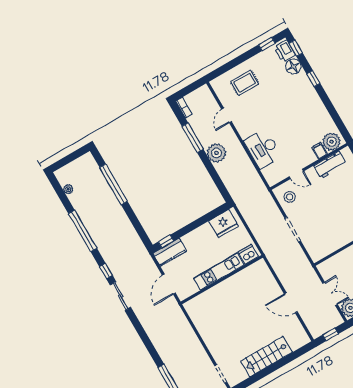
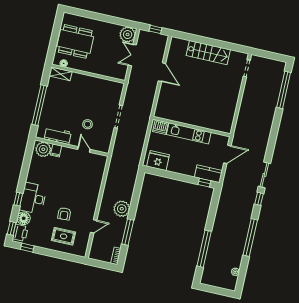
armchair: (262, 103) -> (64, 214), added
desk: (263, 149) -> (33, 198), moved, turned 180
stool: (290, 197) -> (88, 124), moved

